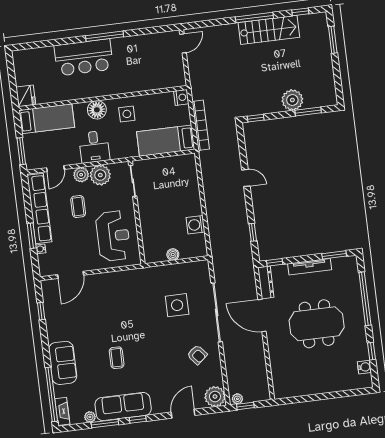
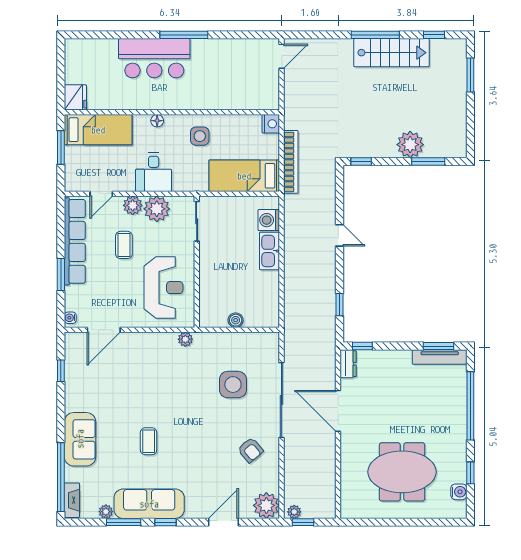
floor lamp: (97, 110) -> (157, 121), width x0.53, depth x0.53
window: (21, 151) -> (61, 148), moved
kitchen sink: (193, 197) -> (270, 251), added
washing machine: (196, 225) -> (269, 220), moved
water cooler: (41, 249) -> (70, 318), moved
tv unit: (310, 267) -> (440, 357), moved
plant: (135, 274) -> (185, 339), added
dresser: (266, 282) -> (348, 364), width x0.70
meeting table: (317, 324) -> (402, 472), moved

